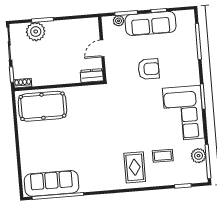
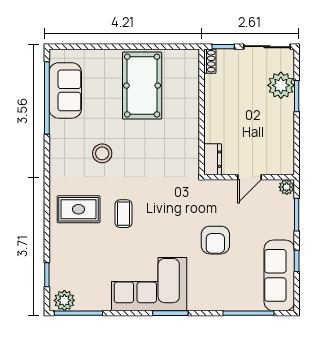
plant: (119, 21) -> (287, 187), moved
sofa: (150, 23) -> (279, 275), moved
door: (102, 48) -> (250, 177), swing flipped
pool table: (42, 106) -> (142, 86), moved
stool: (94, 154) -> (102, 153), added
coffee table: (163, 156) -> (123, 214), moved
plant: (199, 156) -> (64, 300), moved
sofa: (52, 183) -> (65, 90), width x0.73

